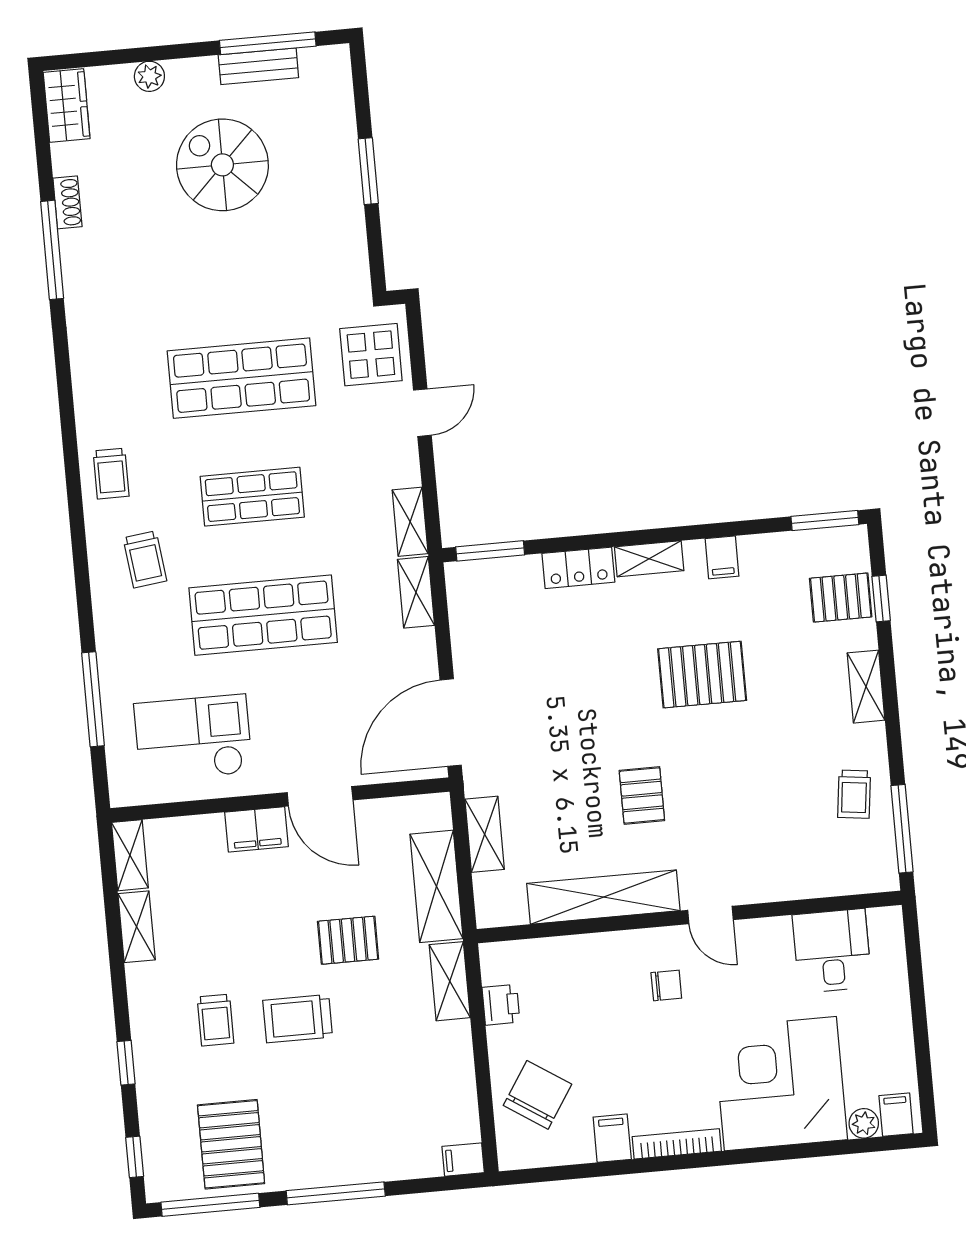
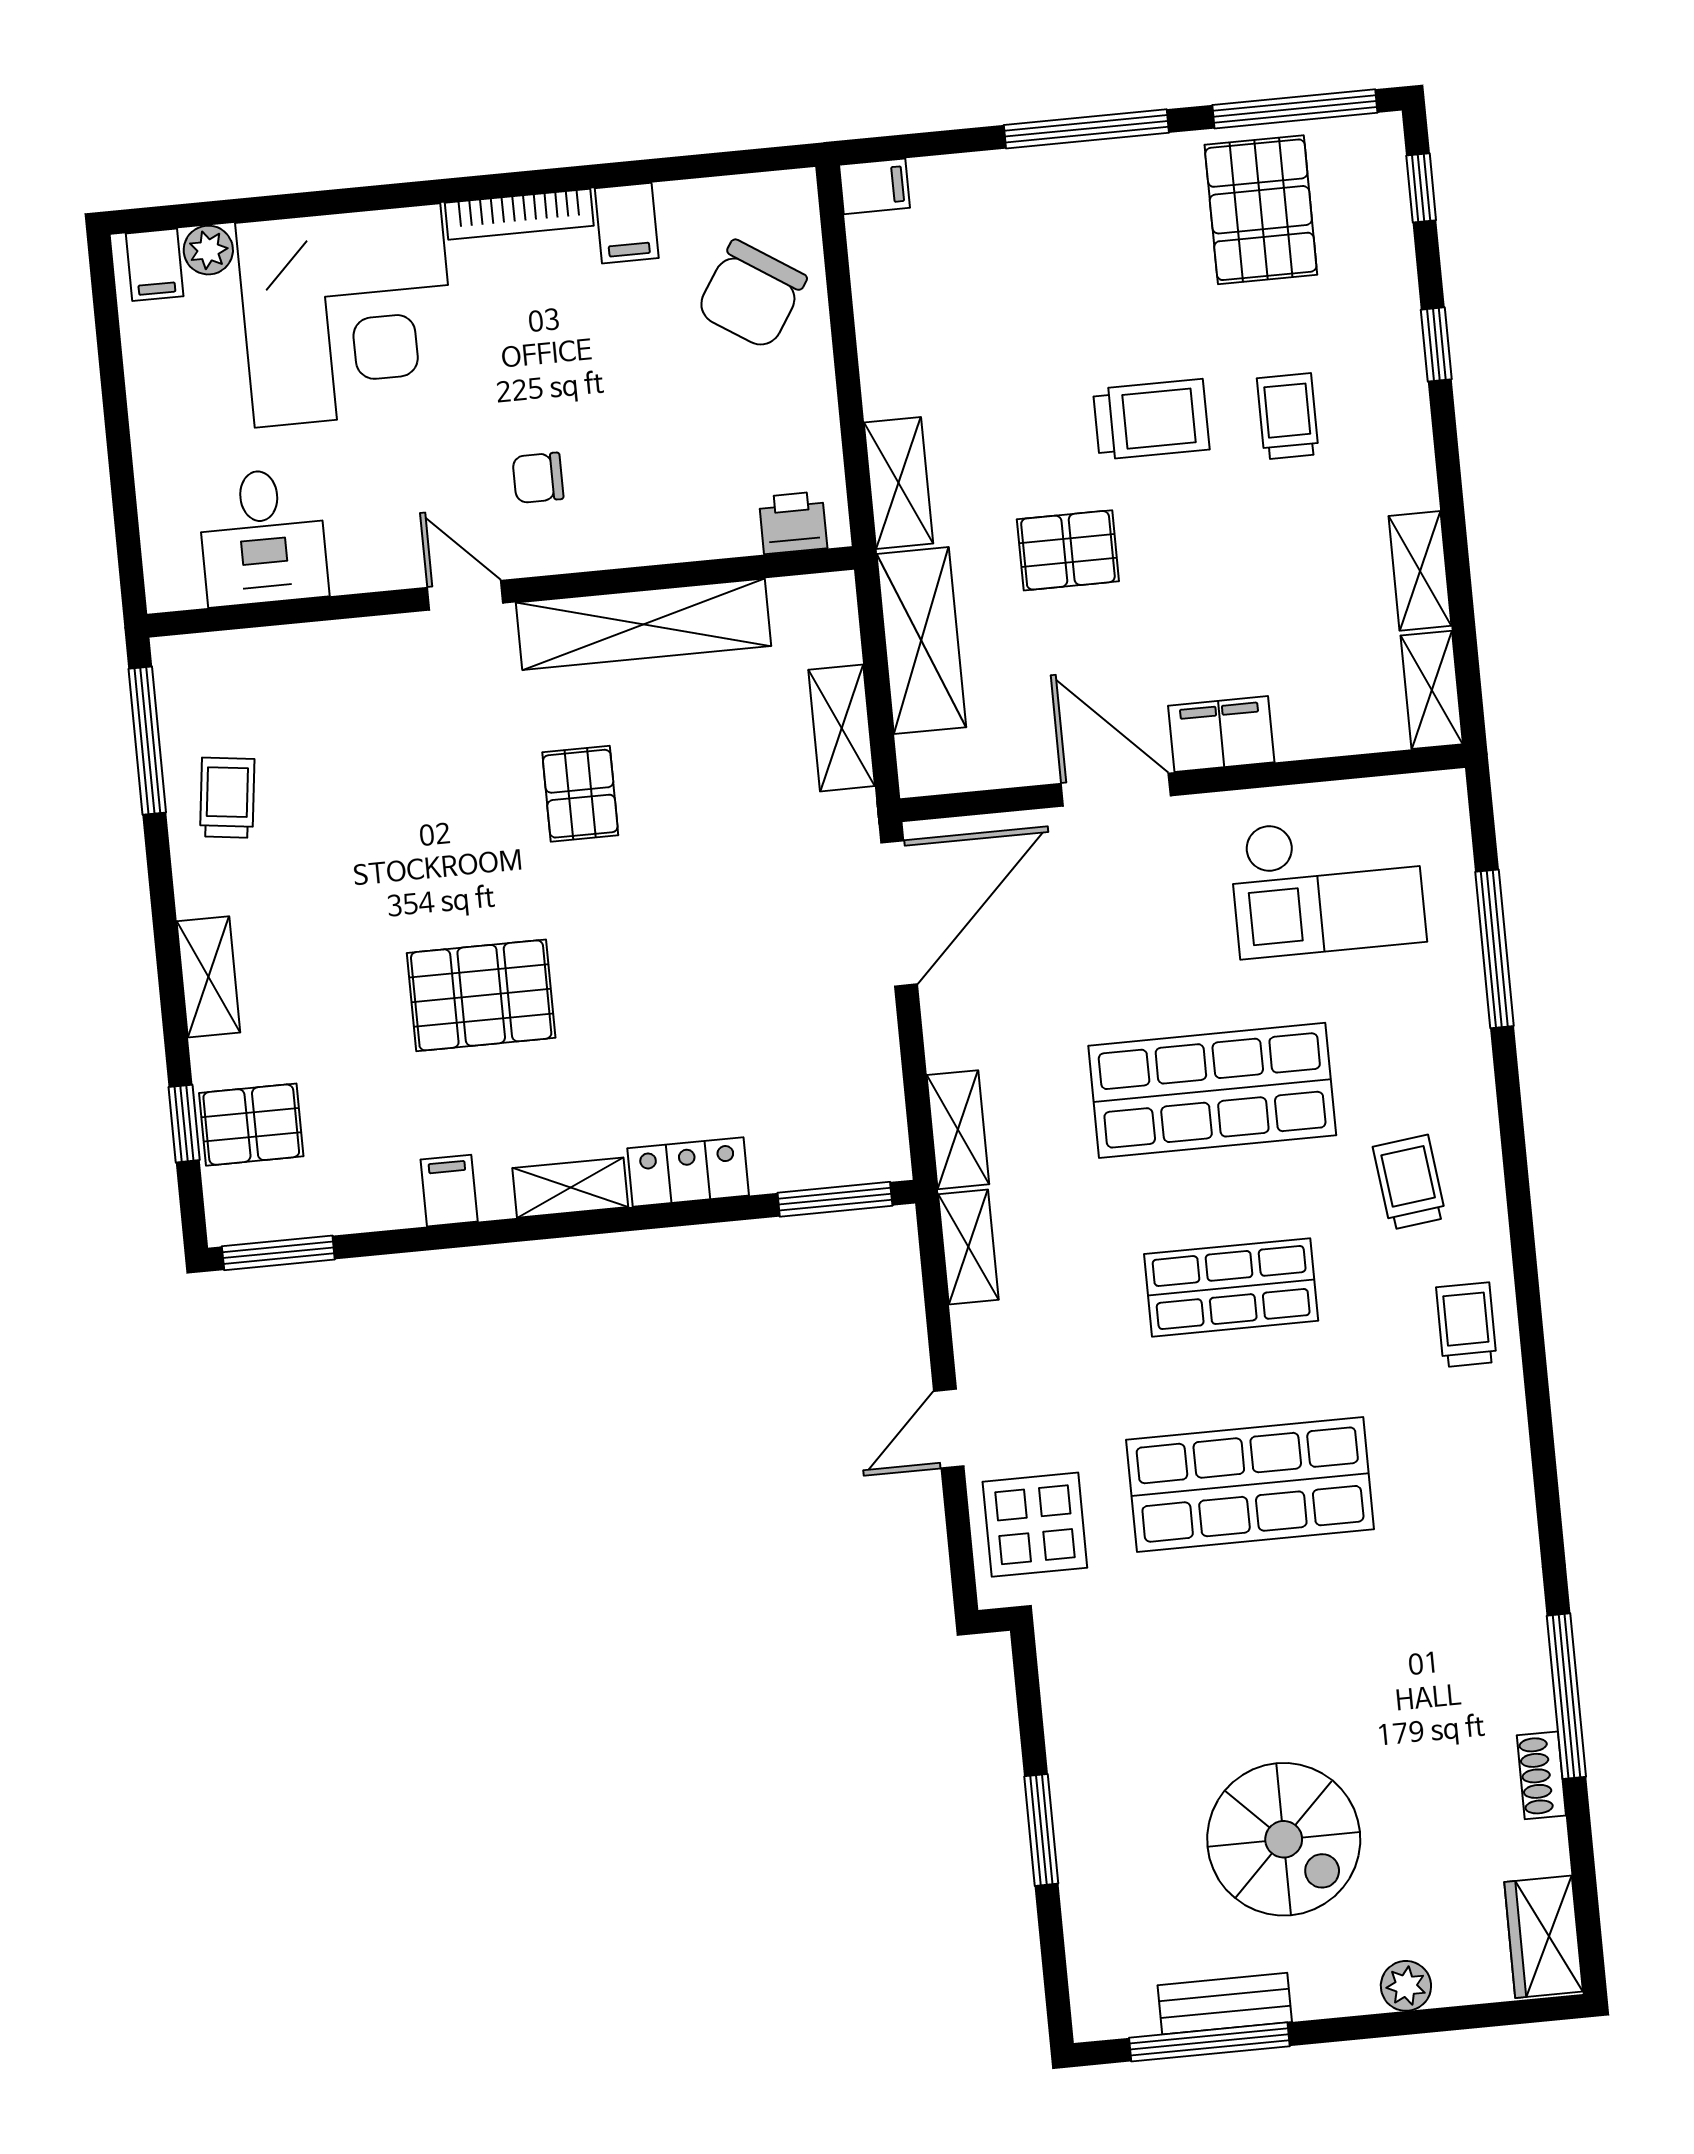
printer: (501, 1005) -> (793, 523), moved, turned 90

